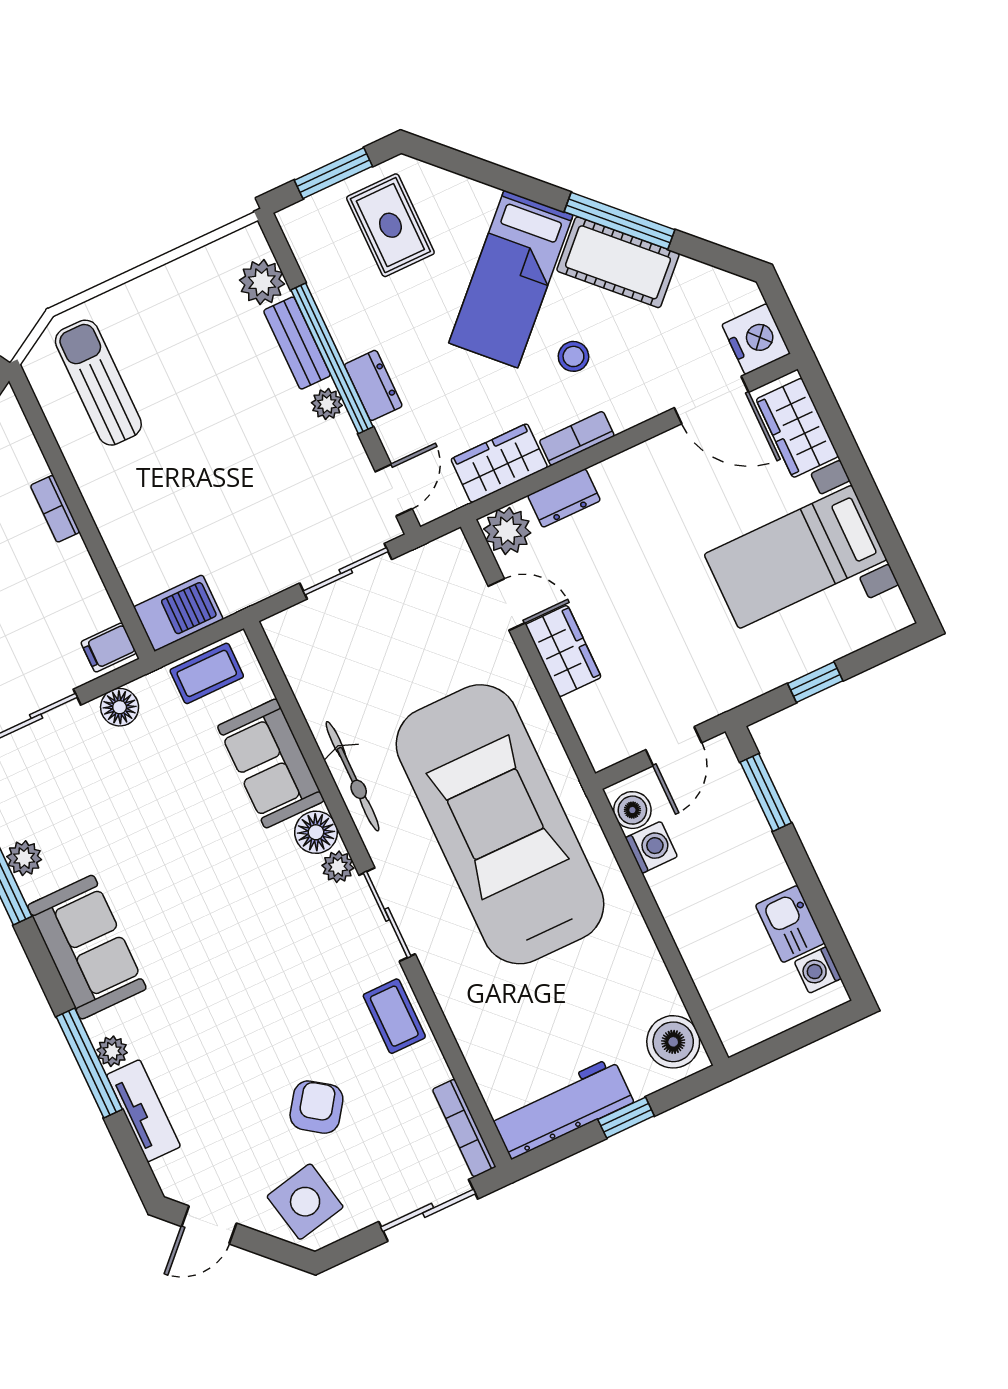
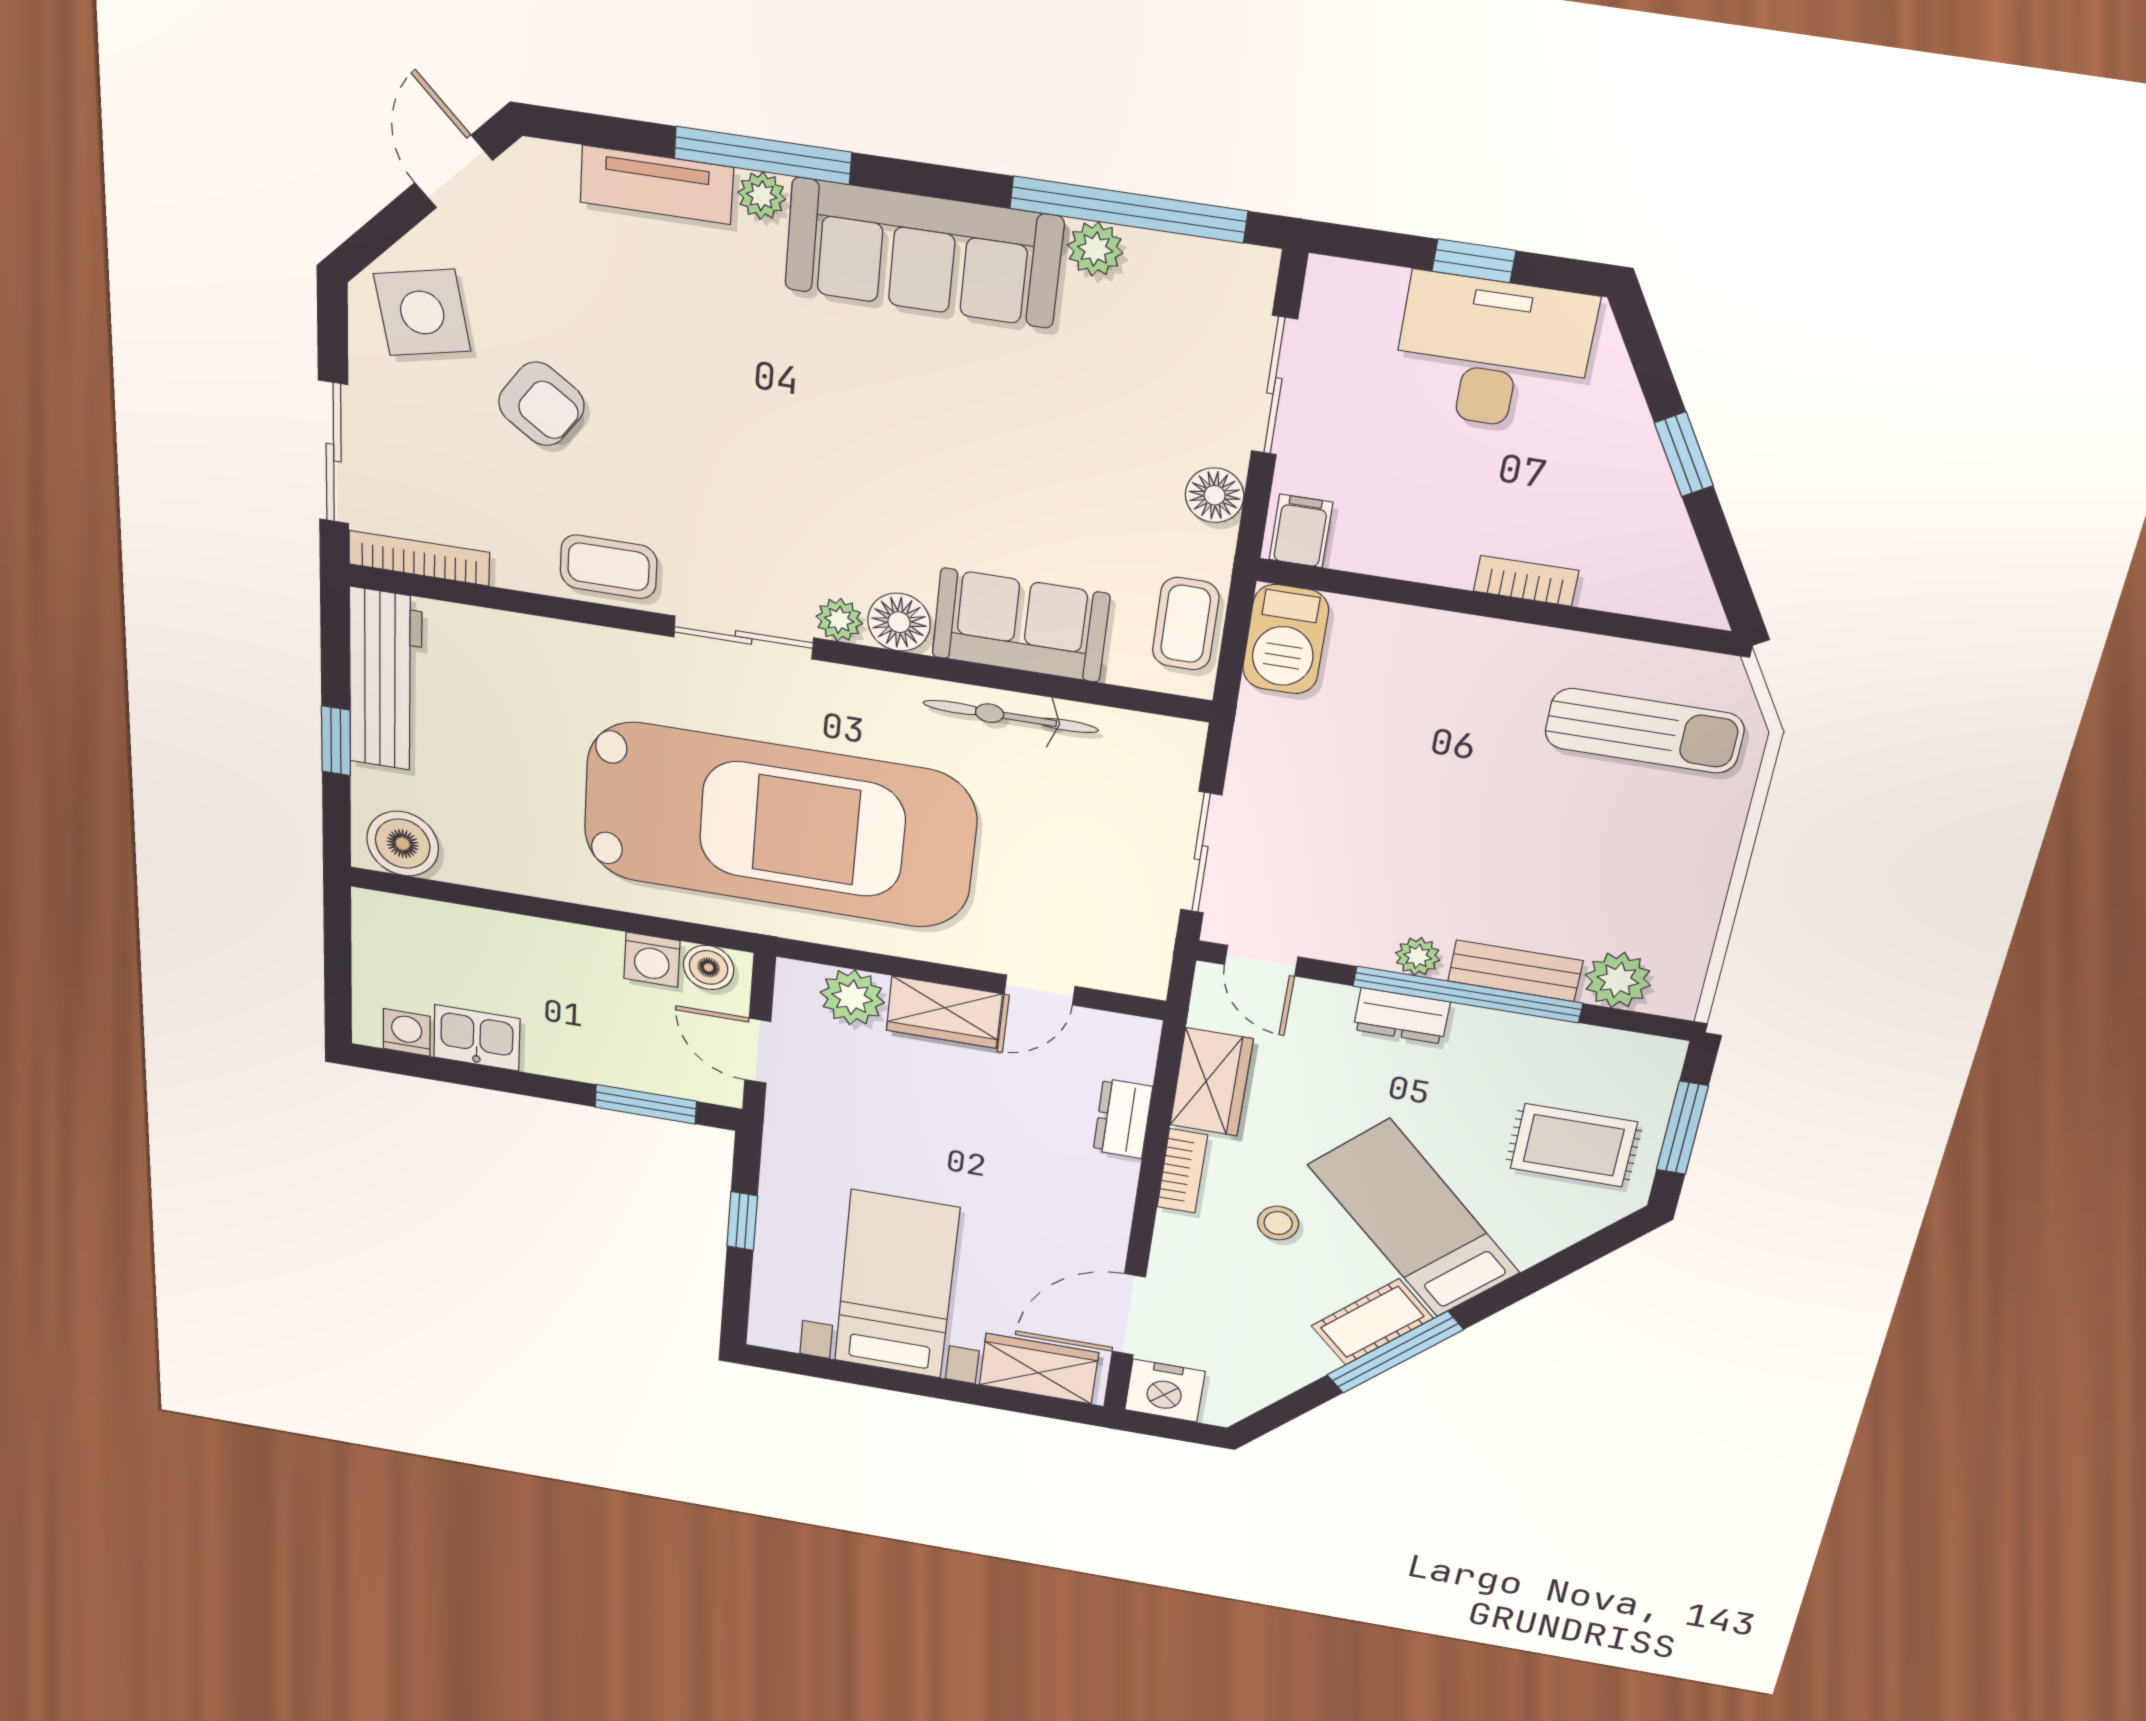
cot: (618, 262) -> (1372, 1322), width x0.73, depth x0.75
plant: (507, 531) -> (852, 997), moved
bicycle: (352, 776) -> (1011, 716), moved
sofa: (87, 947) -> (923, 253), width x1.36

